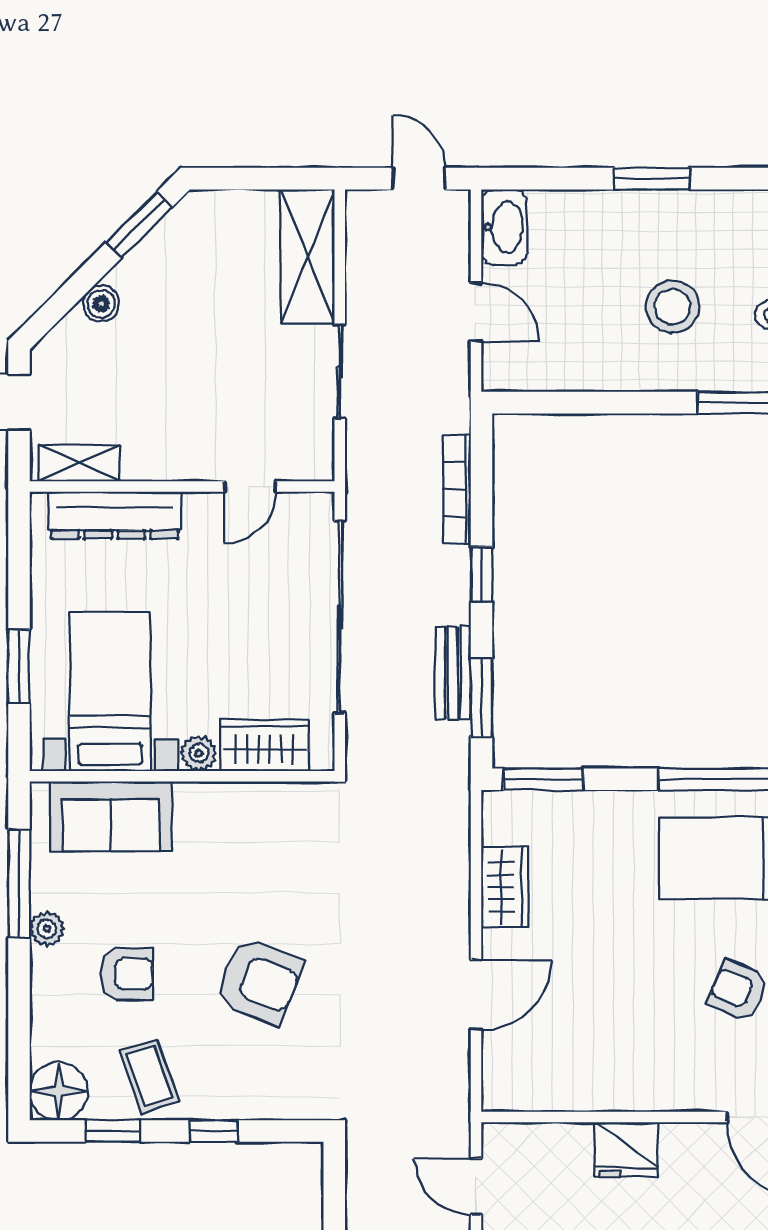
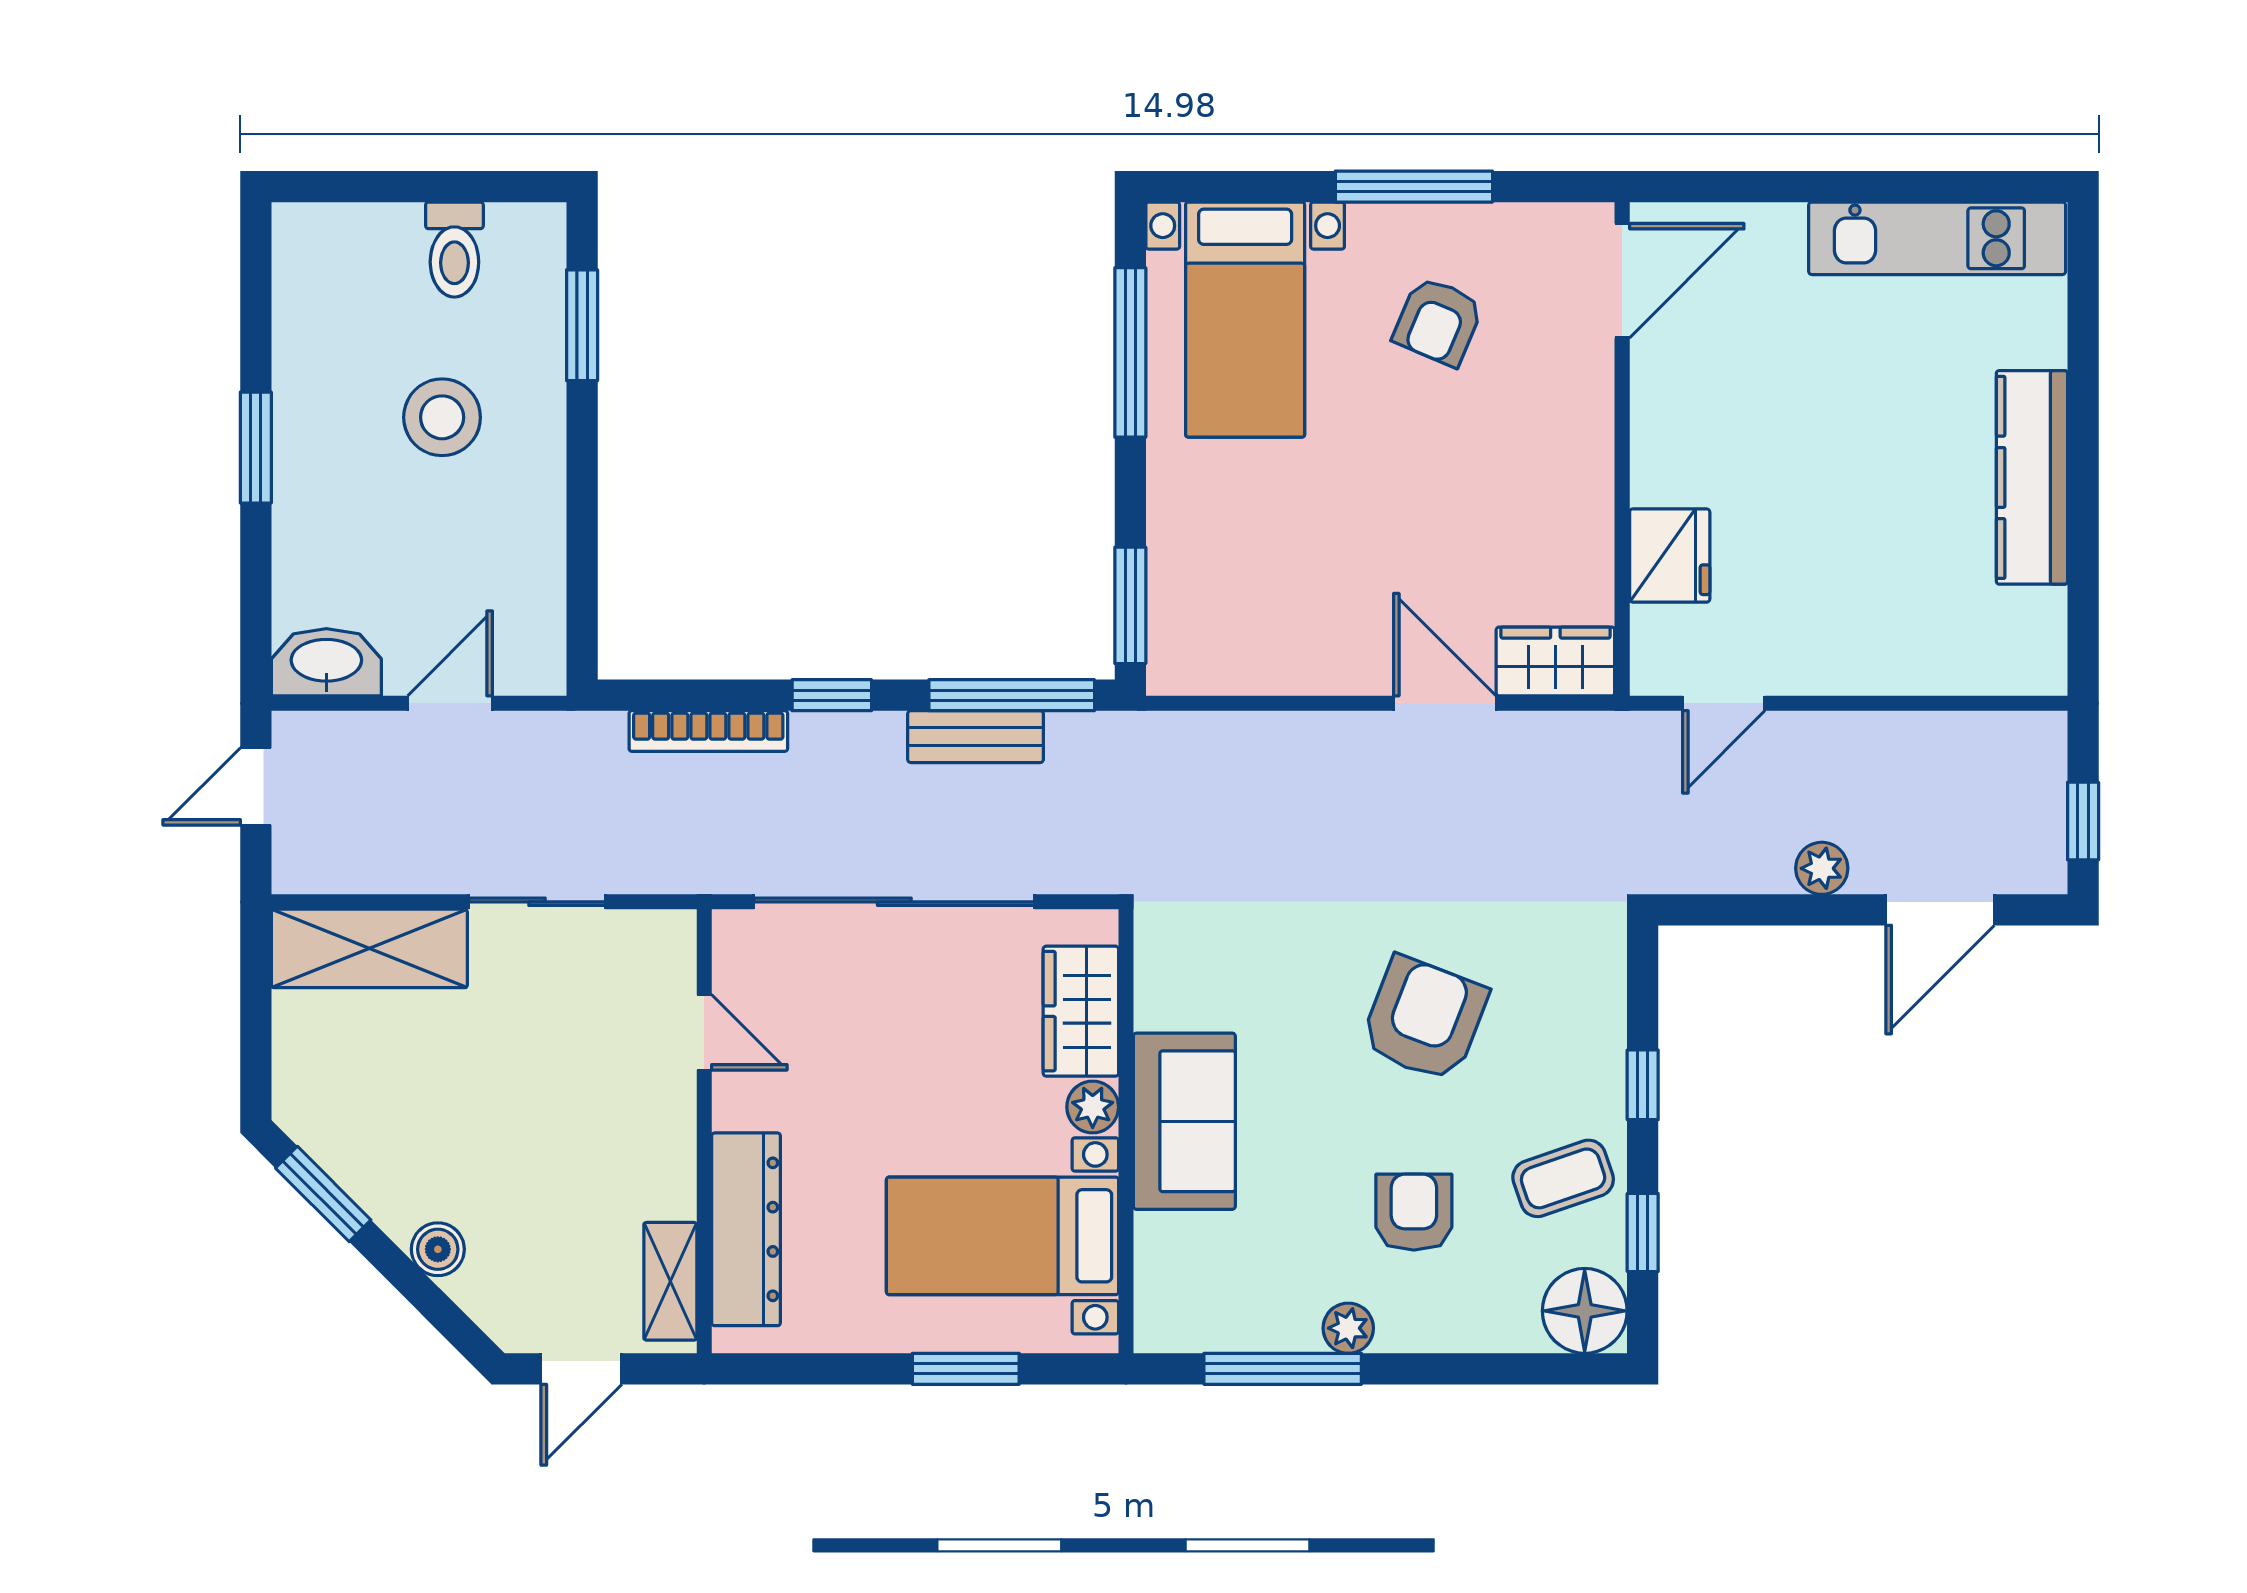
window: (482, 698) -> (1012, 695), width x1.44
sofa: (111, 816) -> (1184, 1121), moved
wardrobe: (505, 887) -> (1555, 661), moved
fridge: (626, 1150) -> (1670, 556), moved

